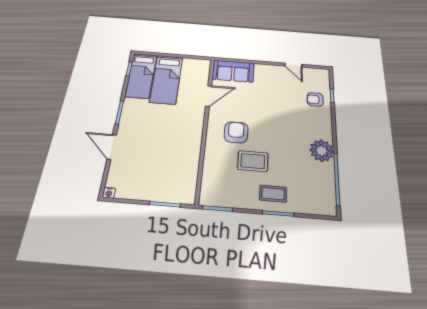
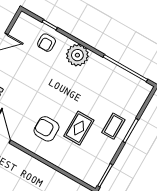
plant: (322, 151) -> (77, 55), moved

